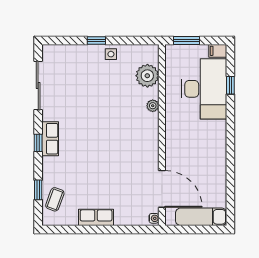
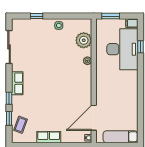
window: (96, 40) -> (37, 16), moved
window: (38, 143) -> (9, 98), moved
door: (162, 189) -> (94, 118), swing flipped

